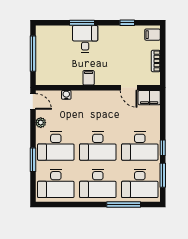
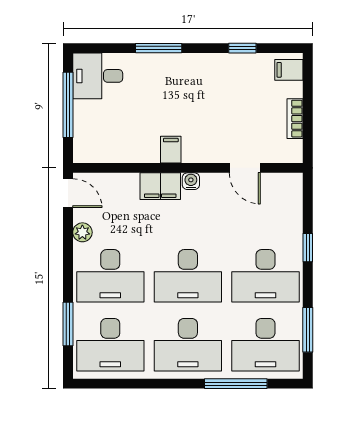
desk: (85, 39) -> (98, 76), moved, turned -90
water cooler: (66, 95) -> (191, 181), moved
filing cabinet: (149, 98) -> (160, 186), moved
window: (163, 148) -> (308, 248), moved
window: (33, 160) -> (68, 324), moved

